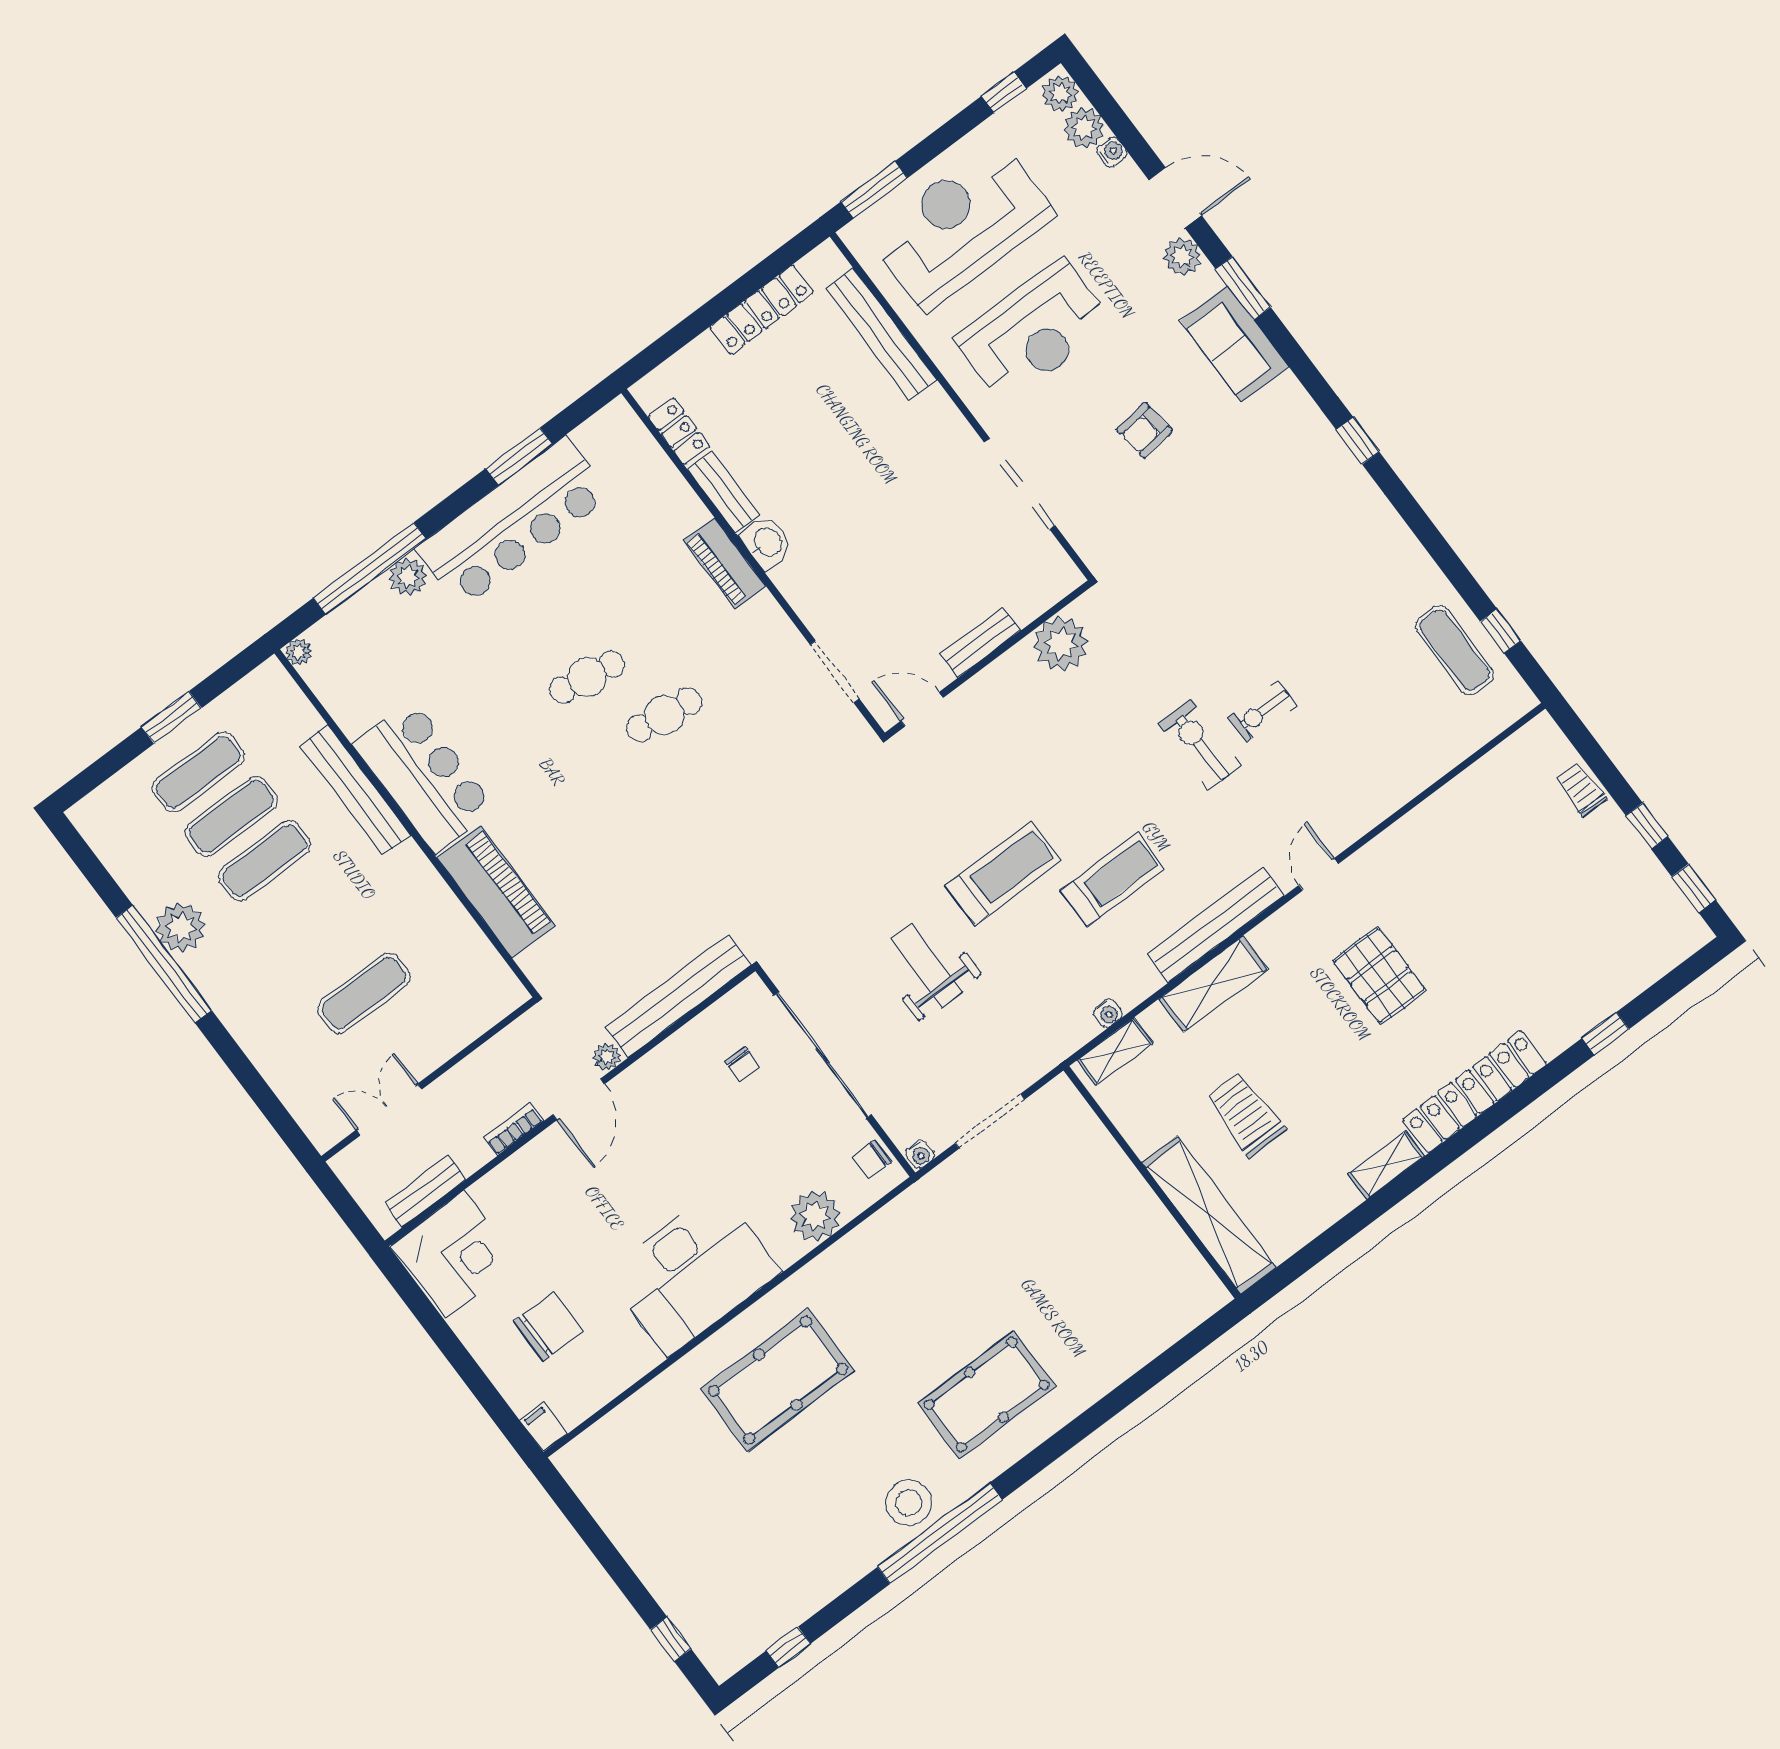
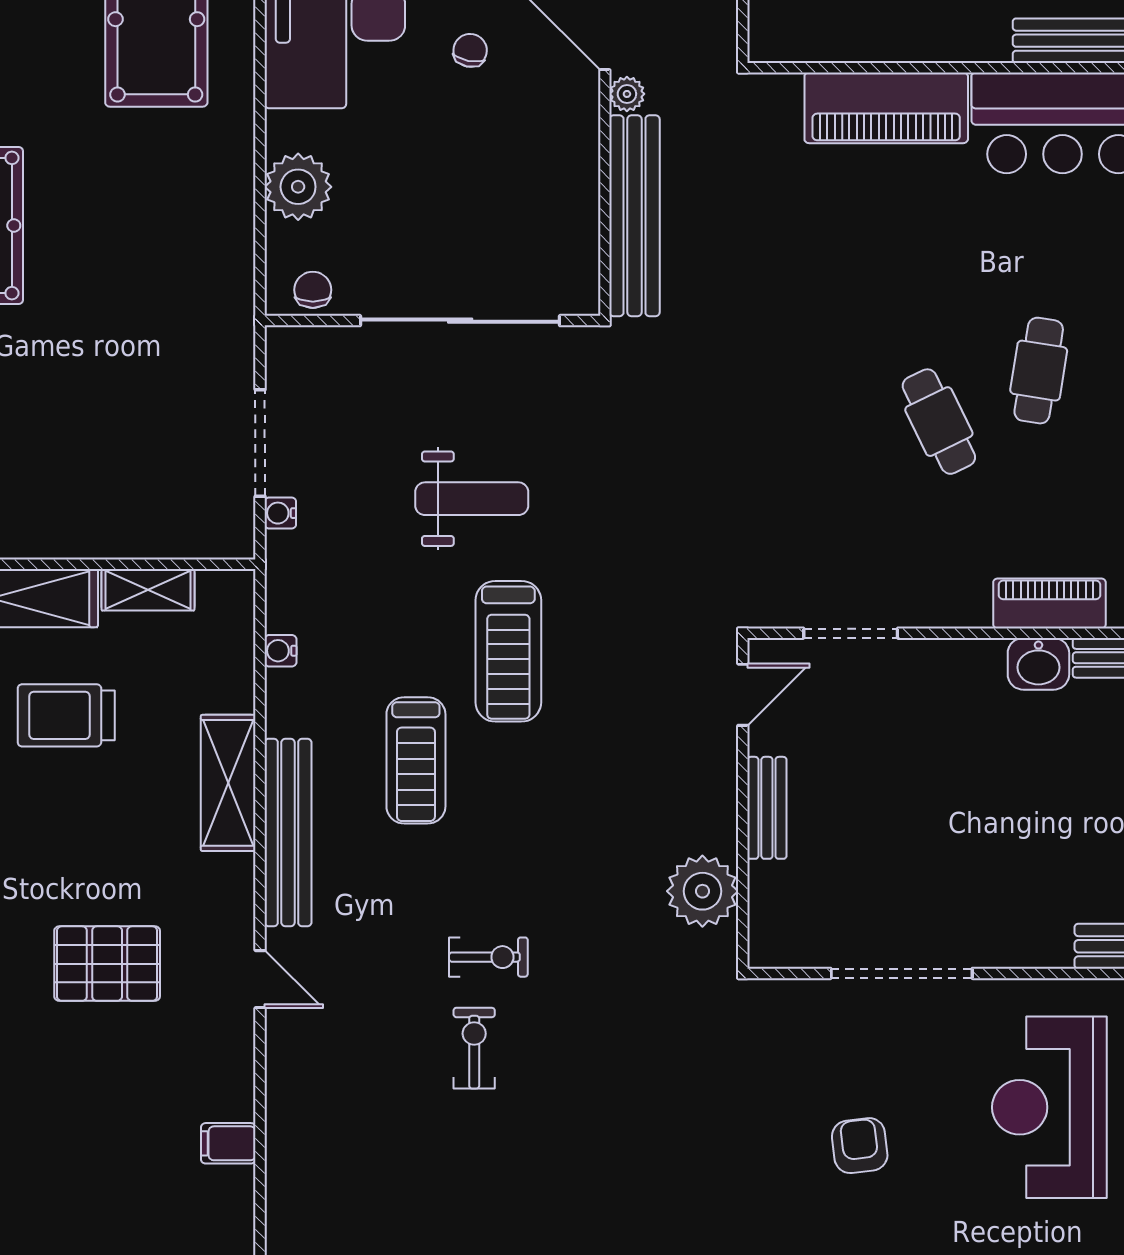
cafe table: (664, 715) -> (939, 422), turned -34
exercise bike: (1200, 745) -> (488, 957), width x0.73, depth x0.72
filing cabinet: (1434, 818) -> (228, 1143), added
shelving: (1115, 1052) -> (148, 590), moved, turned 90
chair: (743, 1064) -> (470, 50), moved, turned 101
trolley: (1246, 1115) -> (66, 715), turned 180
water cooler: (920, 1154) -> (280, 513), moved

